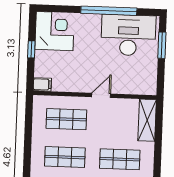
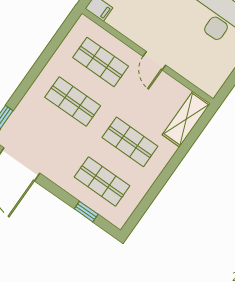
door: (101, 95) -> (154, 61), swing flipped

